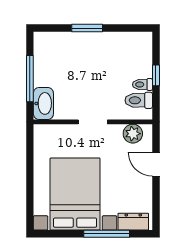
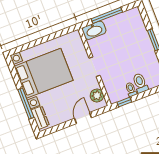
window: (156, 75) -> (124, 102), moved
toilet: (139, 100) -> (140, 83), moved

